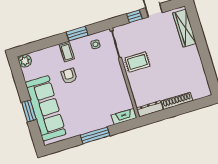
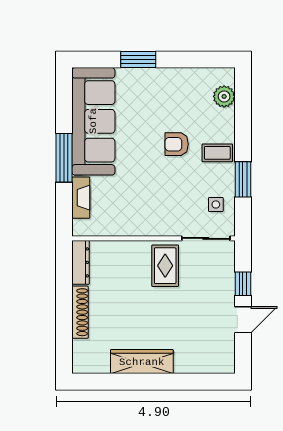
wardrobe: (185, 28) -> (142, 362), moved
plant: (25, 61) -> (224, 96), moved
armchair: (69, 76) -> (177, 144), turned 180
sofa: (46, 108) -> (93, 121), moved, turned -90
fireplace: (124, 116) -> (81, 198), moved

